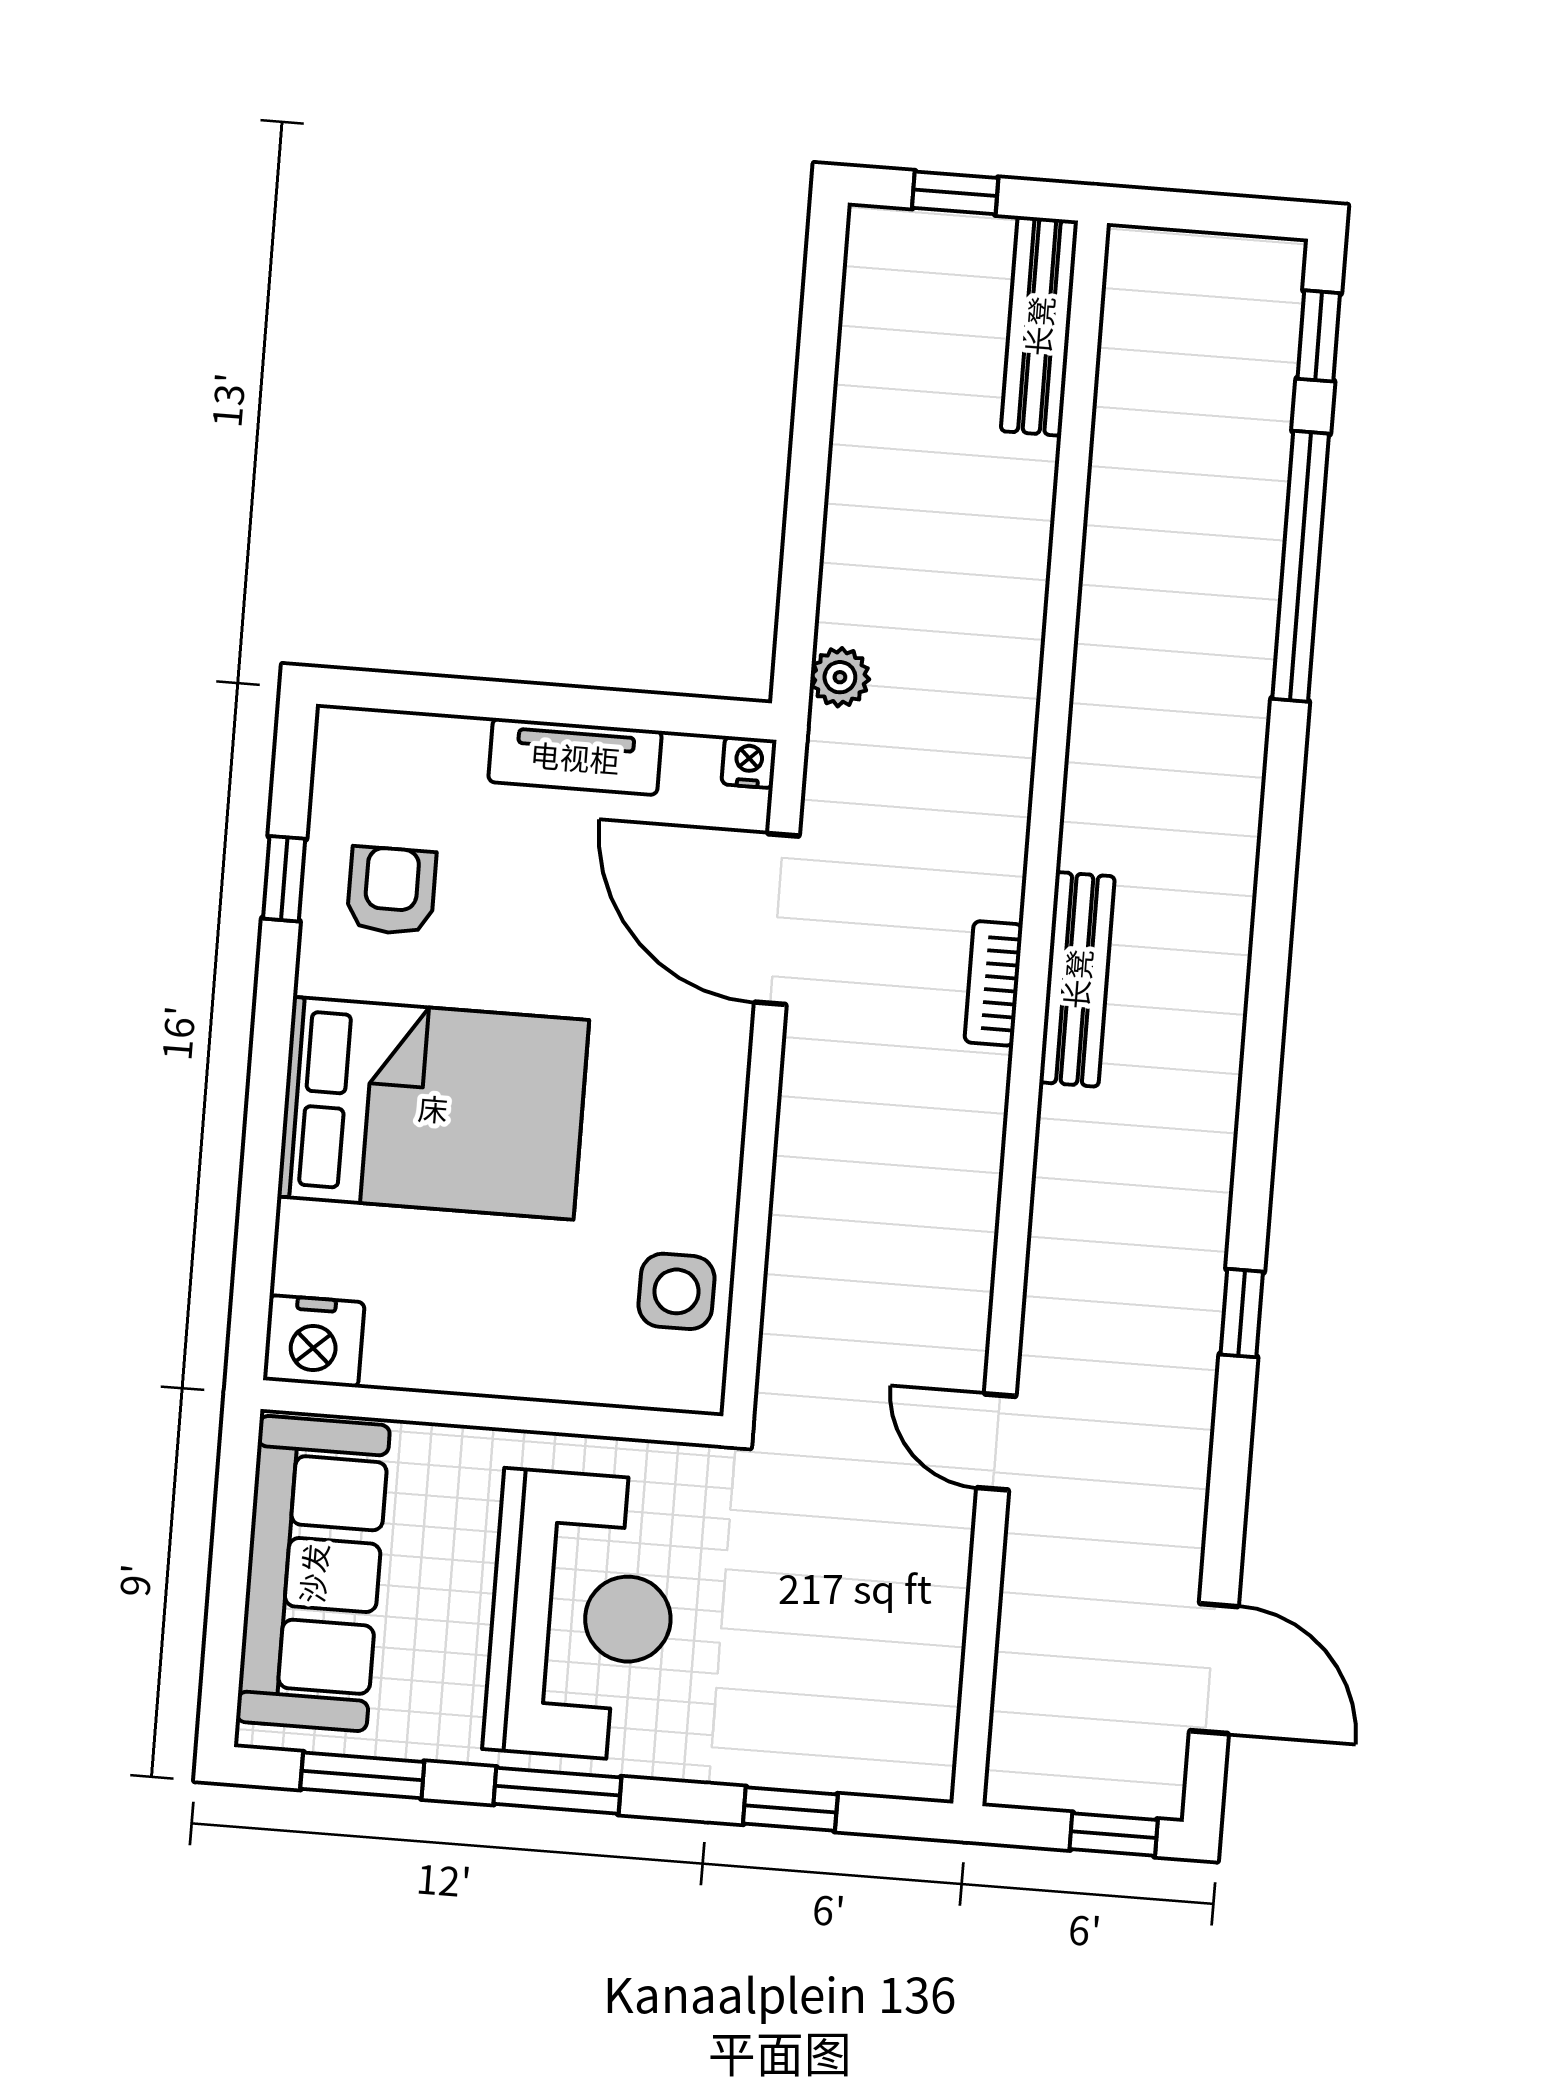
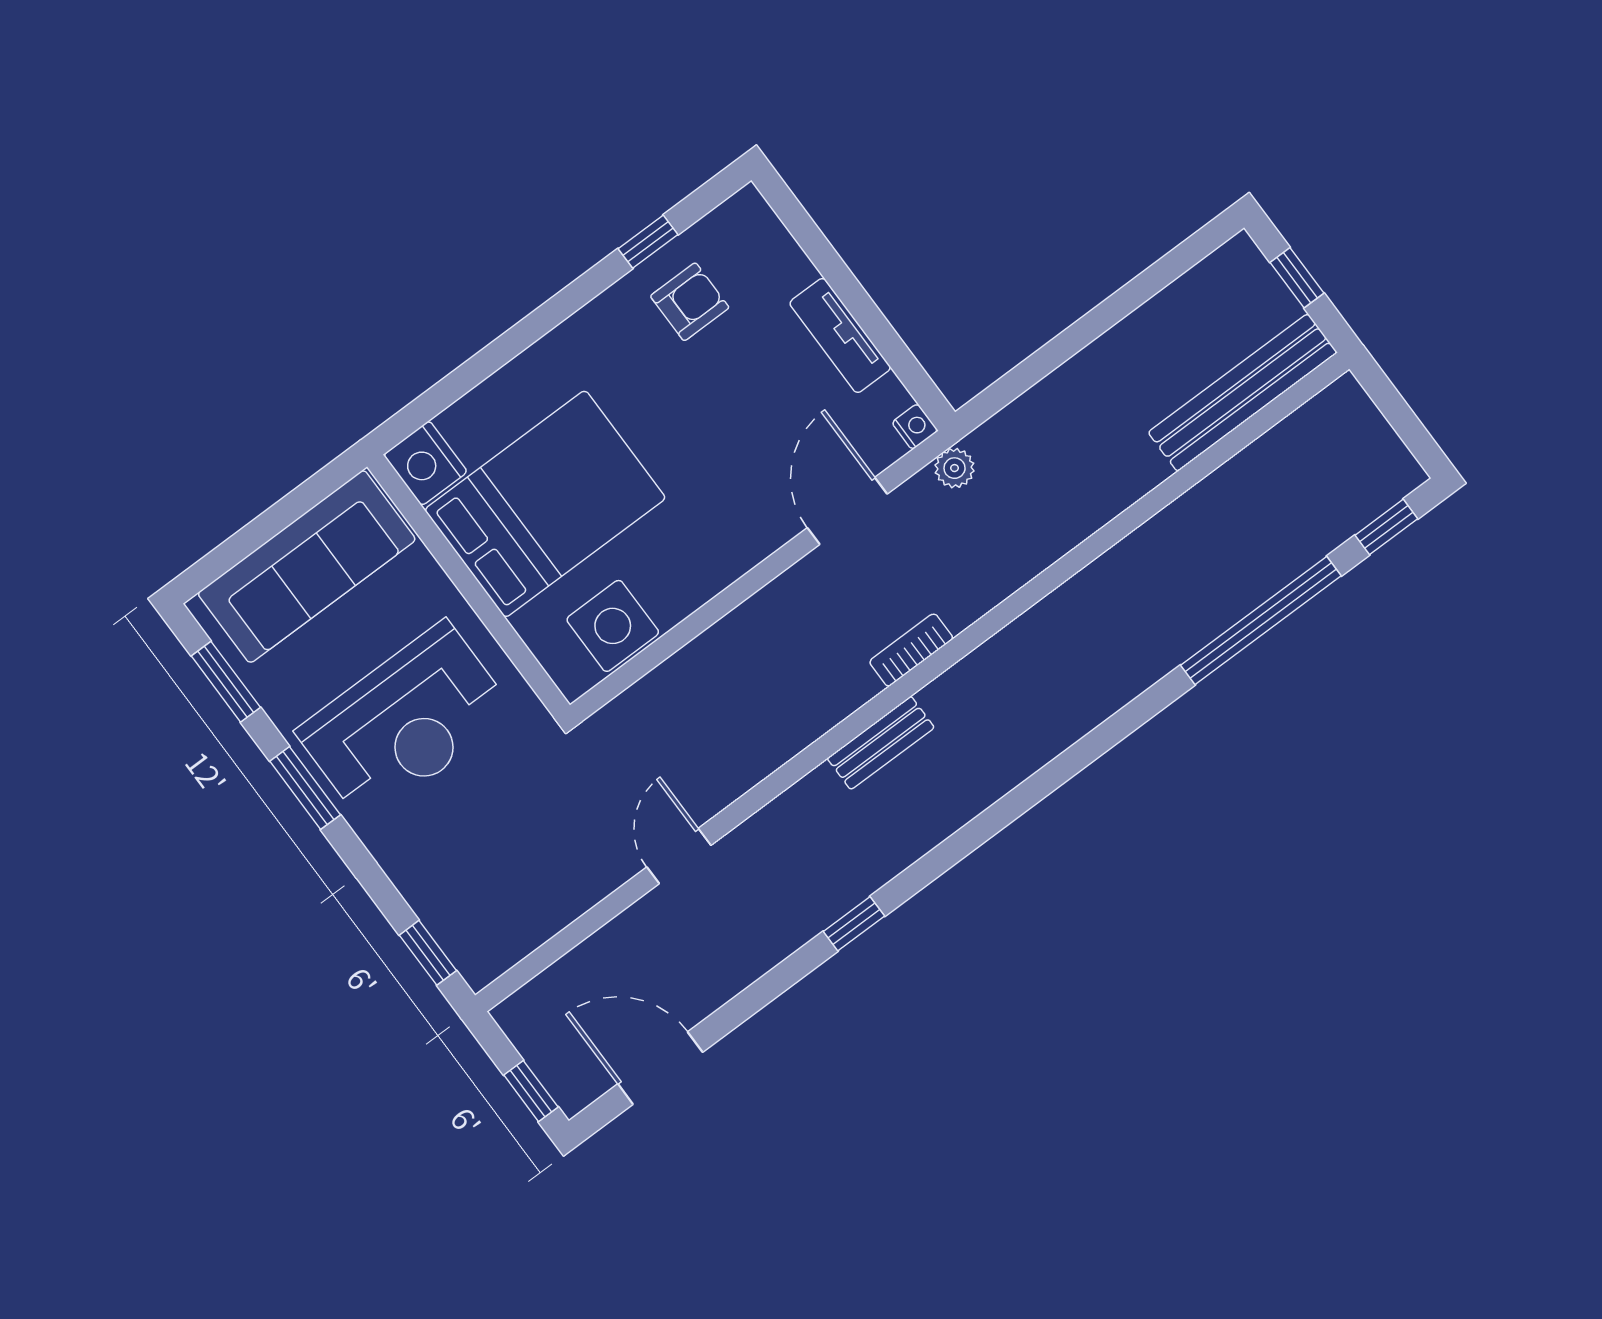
bench: (1039, 326) -> (1243, 393), width x1.37, depth x1.21
plant: (840, 677) -> (955, 468), moved
door: (777, 919) -> (847, 511), width x0.73
bench: (1077, 979) -> (881, 743), moved, width x0.73
bed: (433, 1108) -> (545, 504), moved, turned -90
side table: (676, 1291) -> (613, 626), width x1.37, depth x1.37
door: (1214, 1669) -> (660, 1068), swing flipped
window: (790, 1809) -> (428, 953), moved

